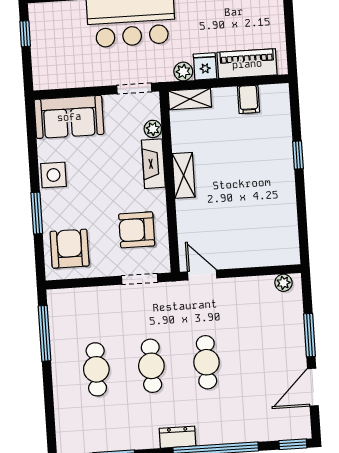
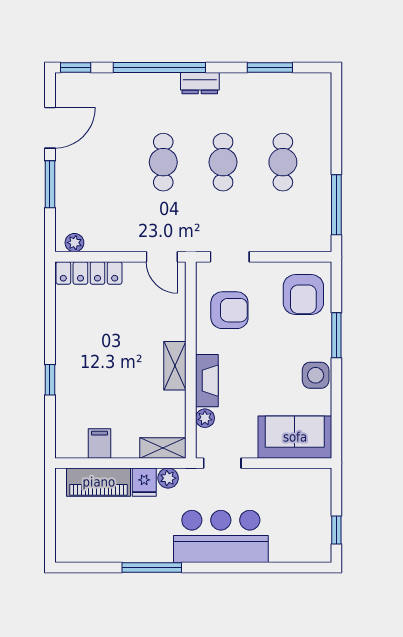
locker: (268, 256) -> (89, 273), added

